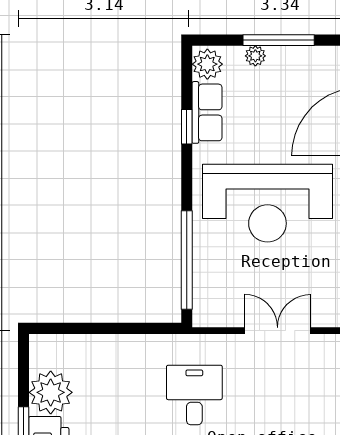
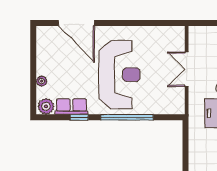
window: (279, 40) -> (33, 69), removed
window: (187, 260) -> (127, 117), moved

